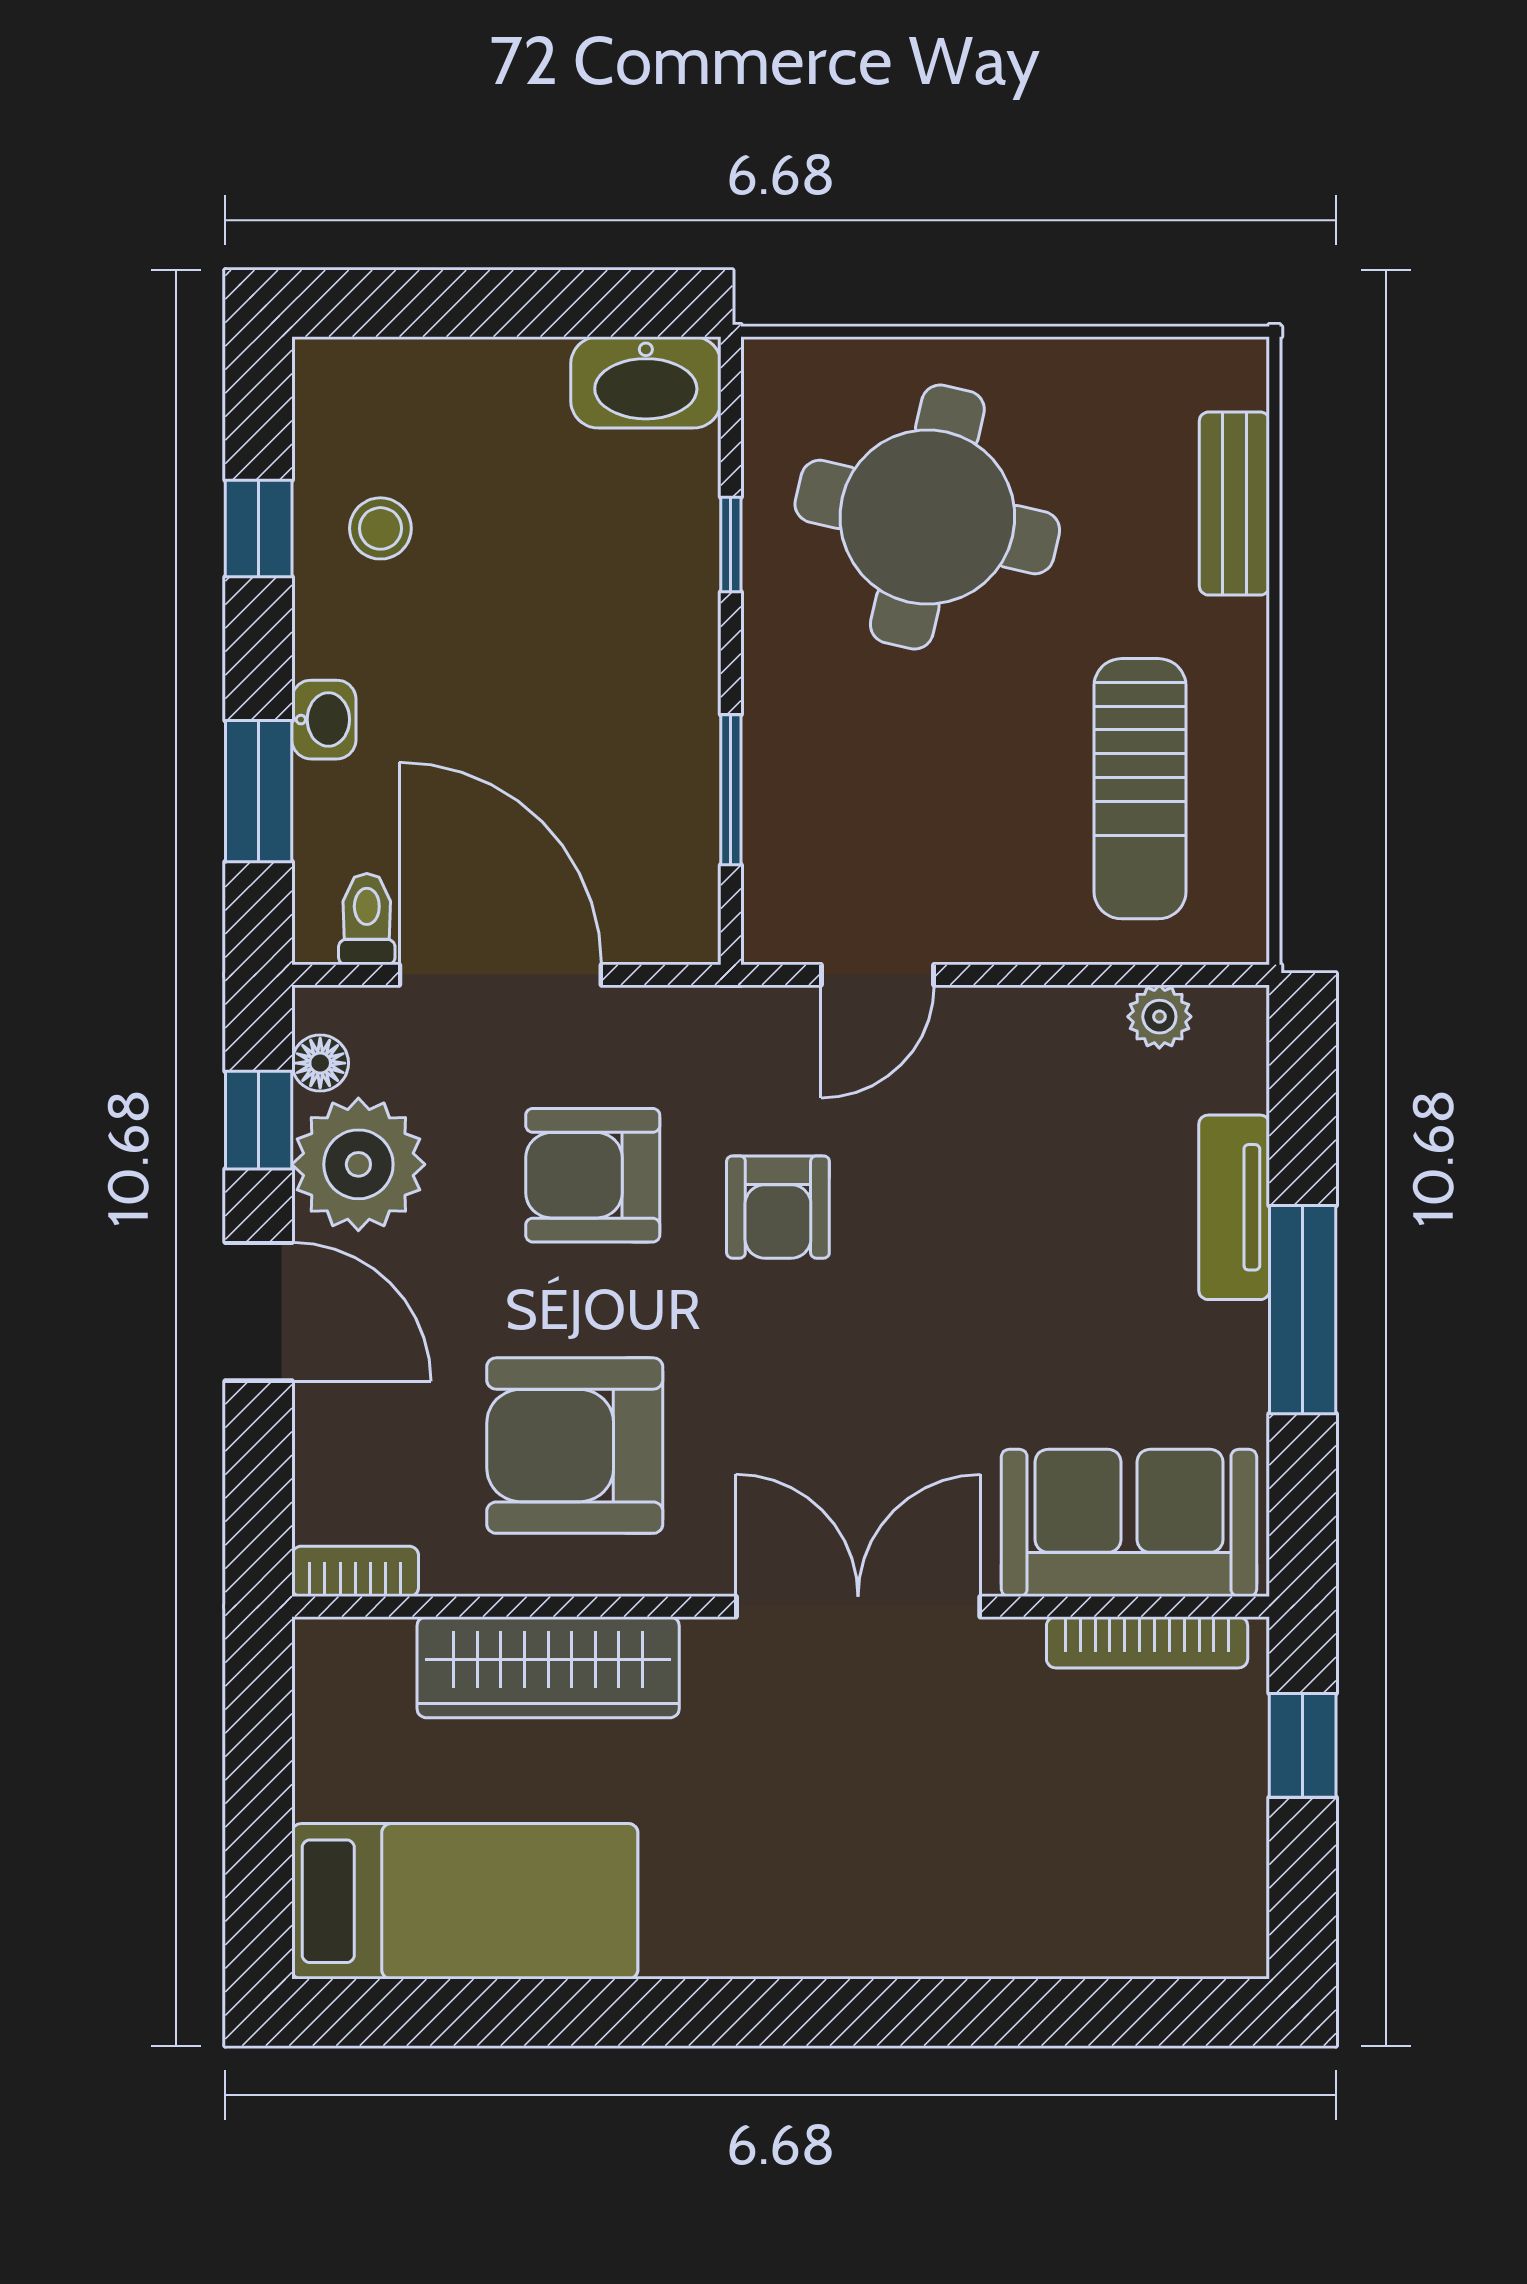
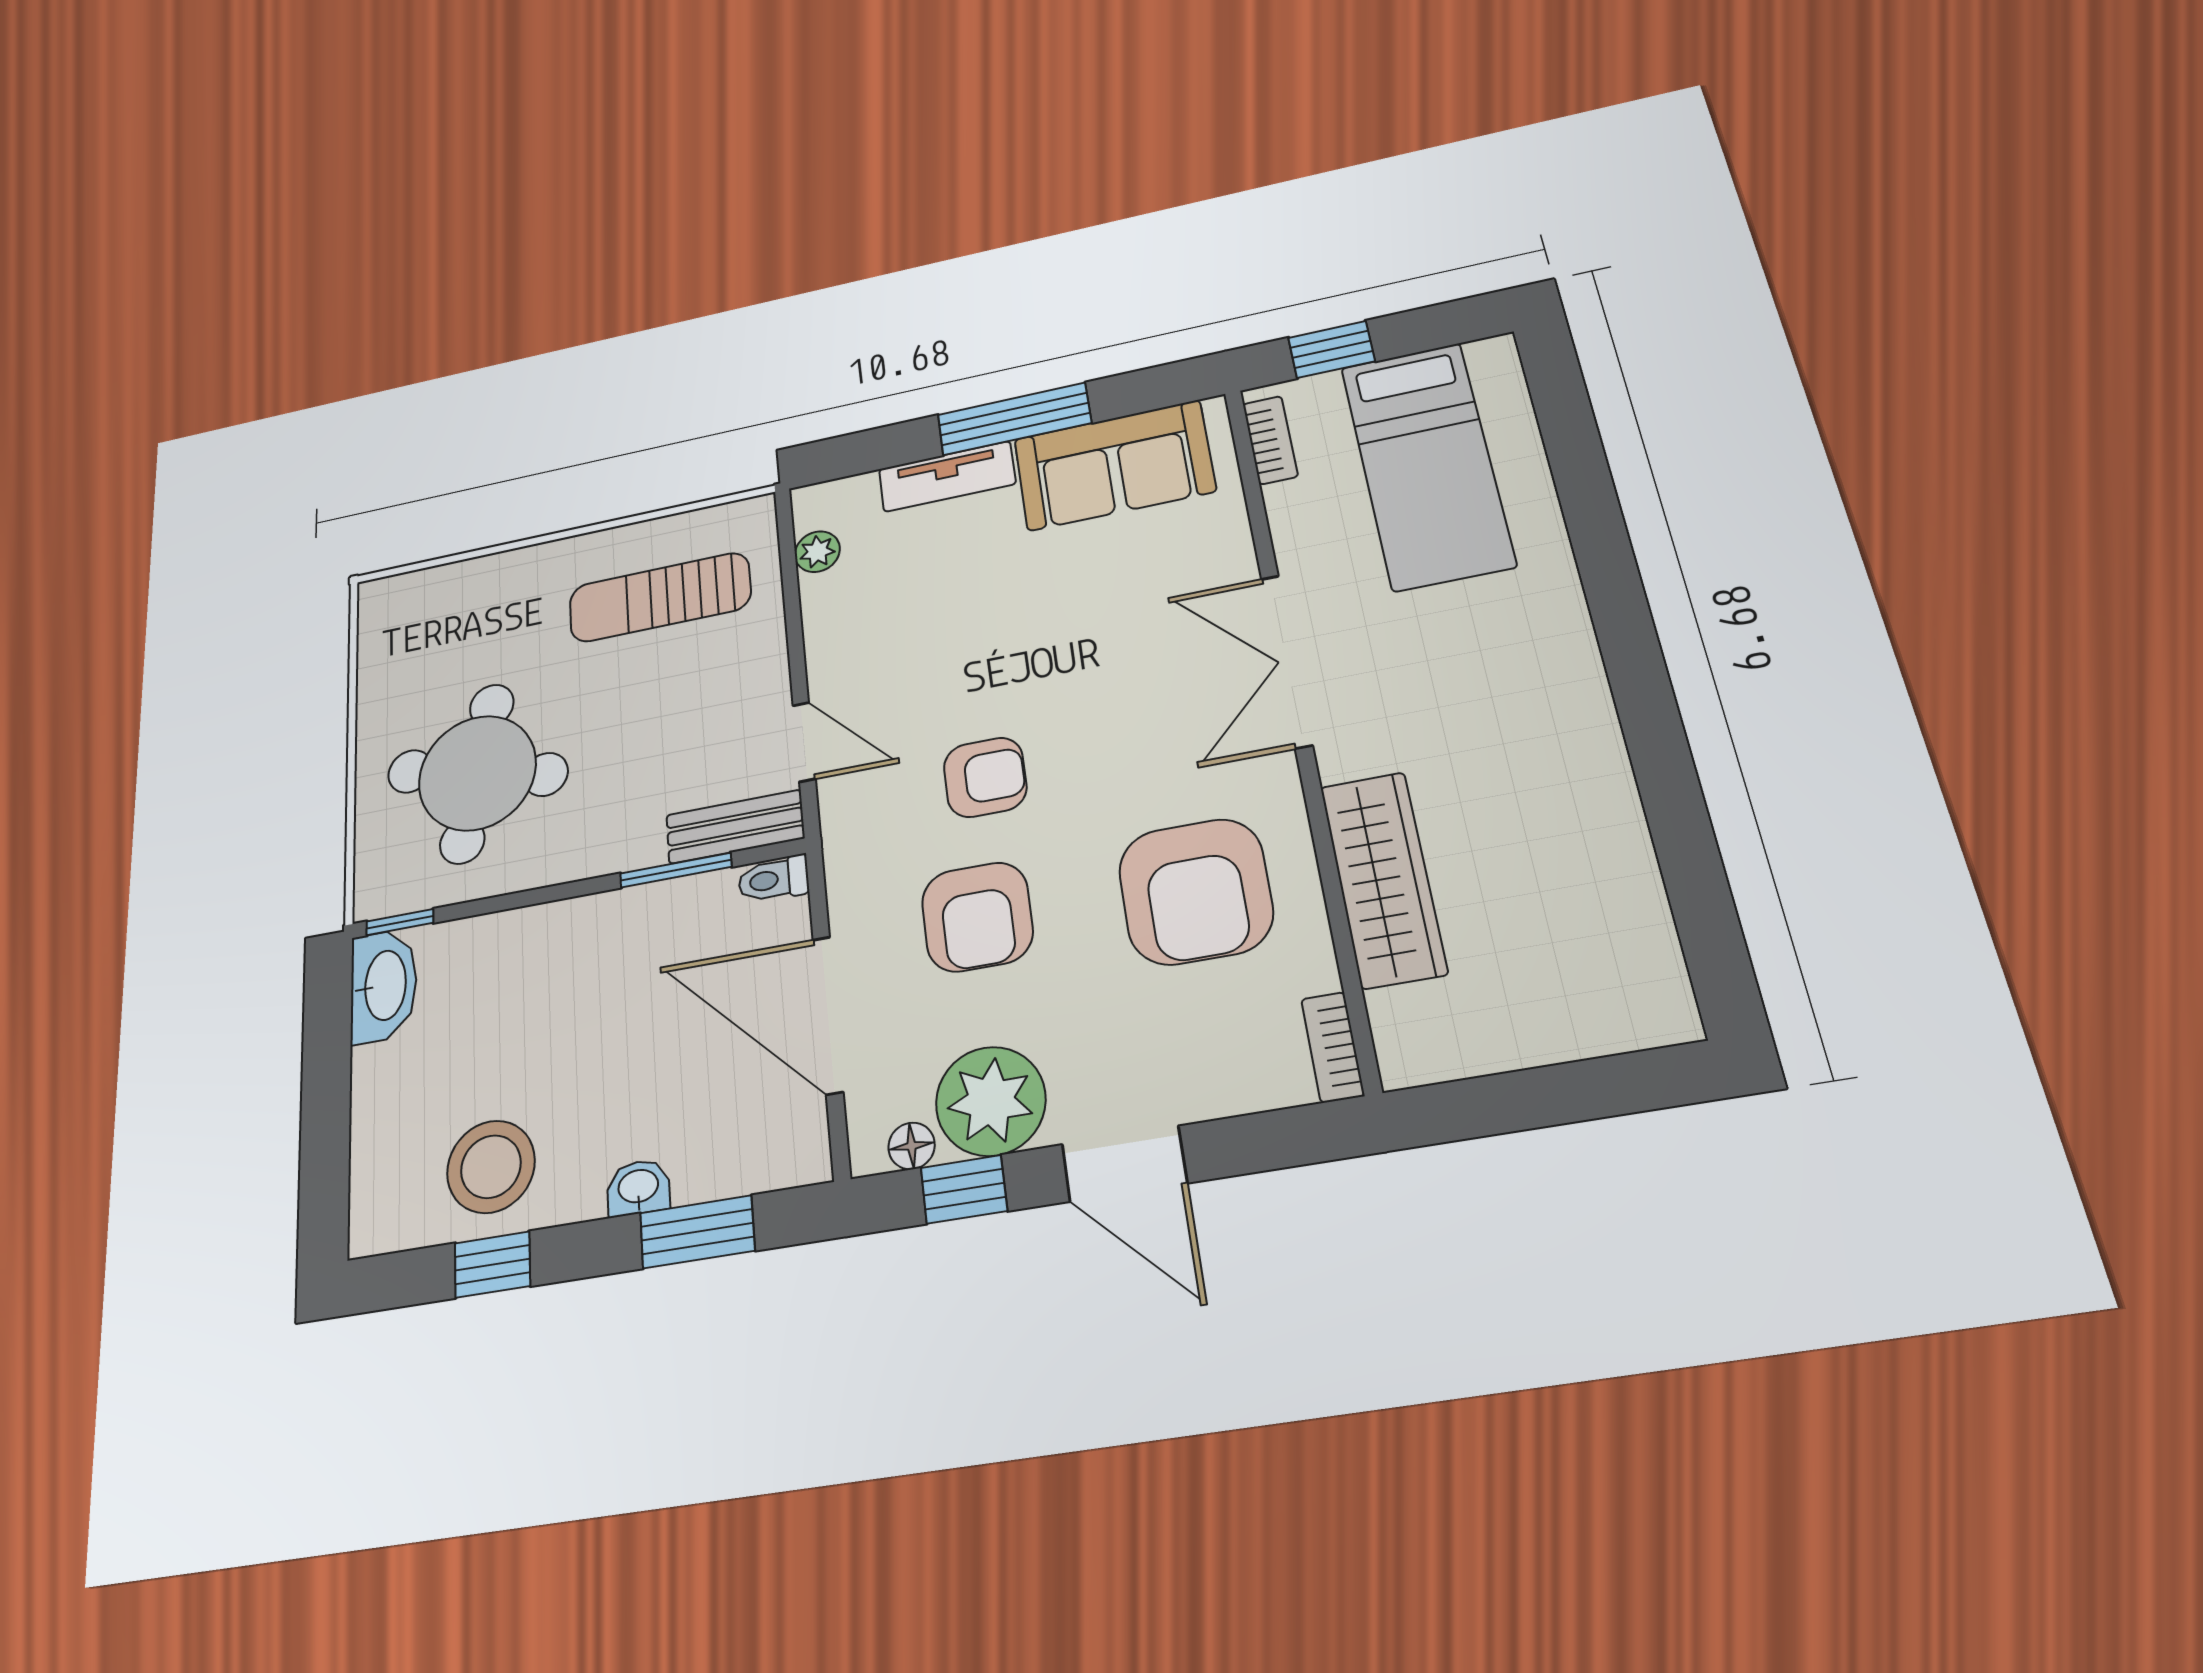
bench: (1234, 504) -> (735, 827), moved
stool: (380, 528) -> (491, 1167), width x1.89, depth x1.89
window: (731, 545) -> (400, 922), moved
sun lounger: (1140, 789) -> (660, 597), turned 180
toilet: (367, 919) -> (774, 879), moved
door: (500, 975) -> (828, 1015), hinge flipped
door: (259, 1312) -> (1124, 1164), swing flipped
sofa: (1129, 1523) -> (1114, 465), moved, turned -90
bookcase: (1147, 1642) -> (1270, 440), width x0.64
bed: (465, 1901) -> (1427, 465), moved, turned 180

